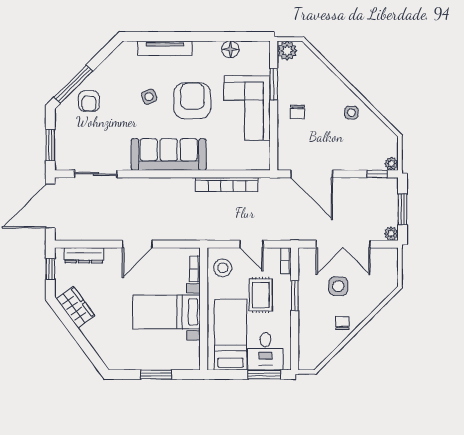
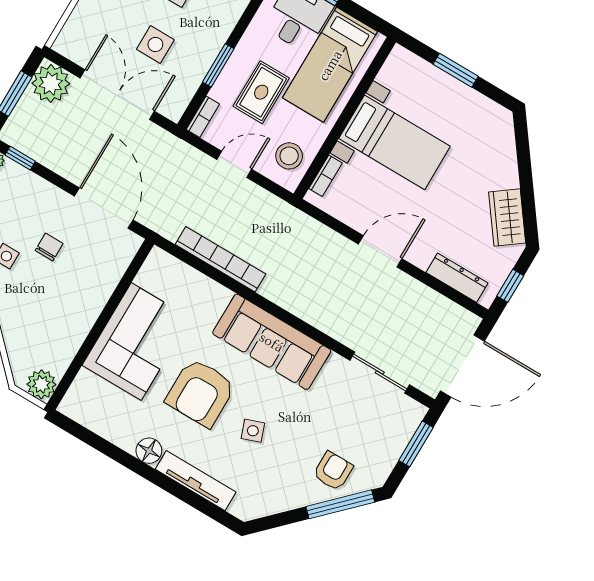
floor lamp: (230, 49) -> (149, 451), moved
window: (274, 84) -> (84, 352), removed
chair: (297, 112) -> (49, 247), moved
plant: (391, 234) -> (51, 83), width x1.88, depth x1.88
door: (251, 244) -> (234, 164), hinge flipped

